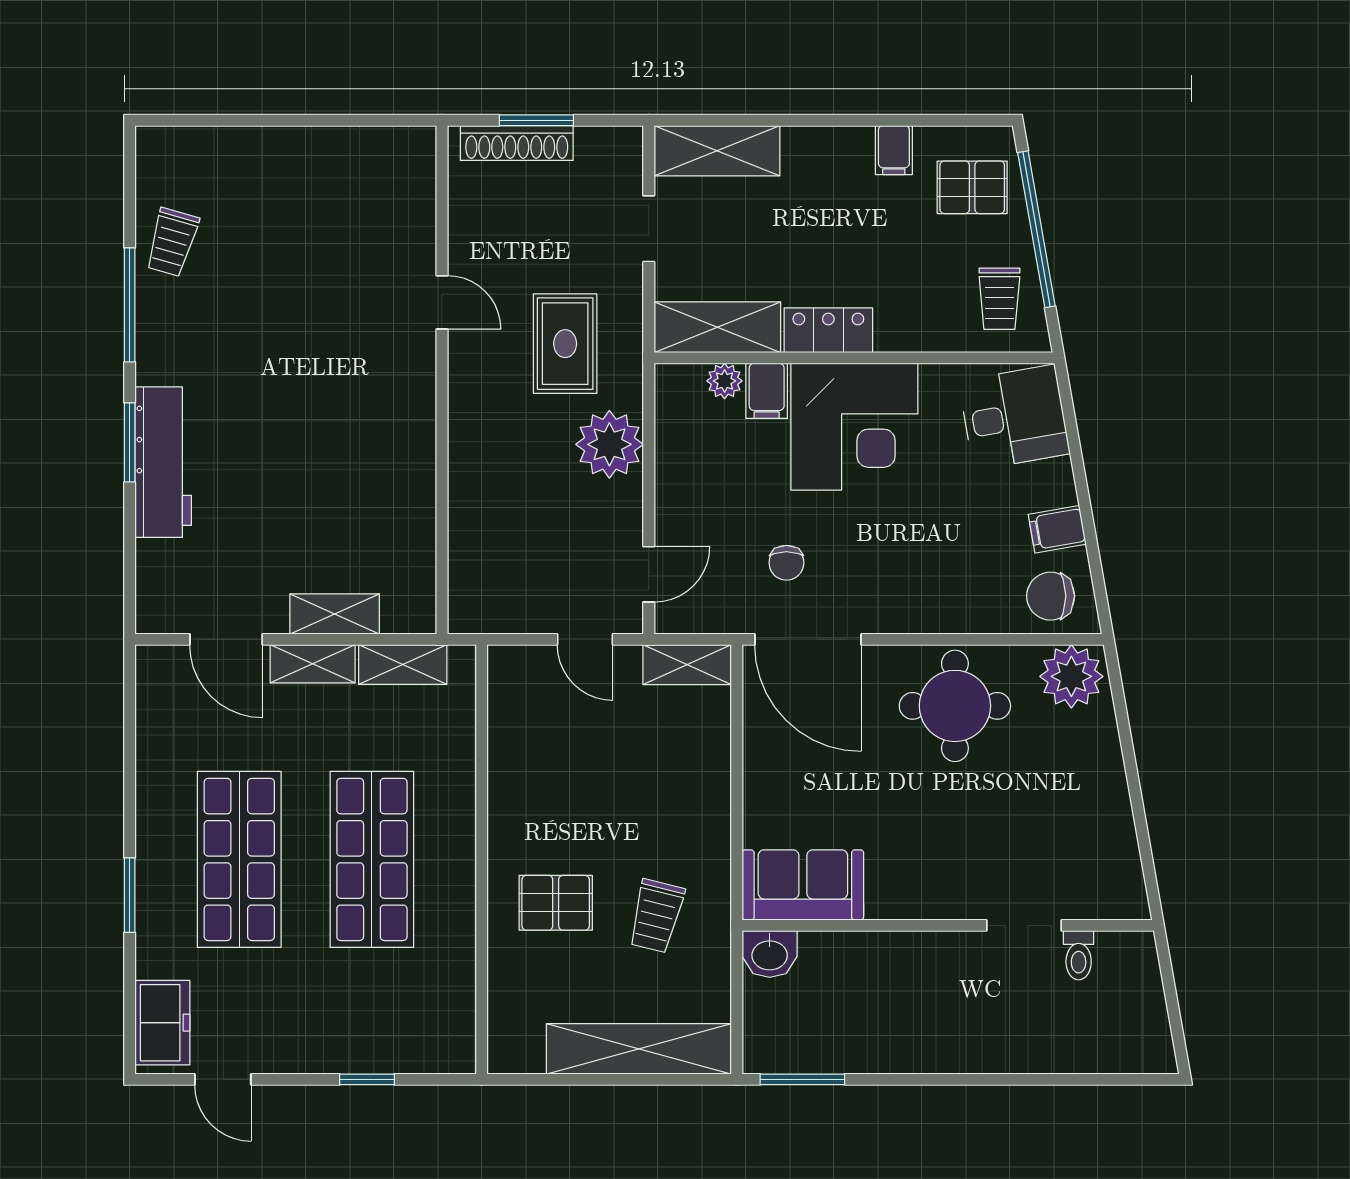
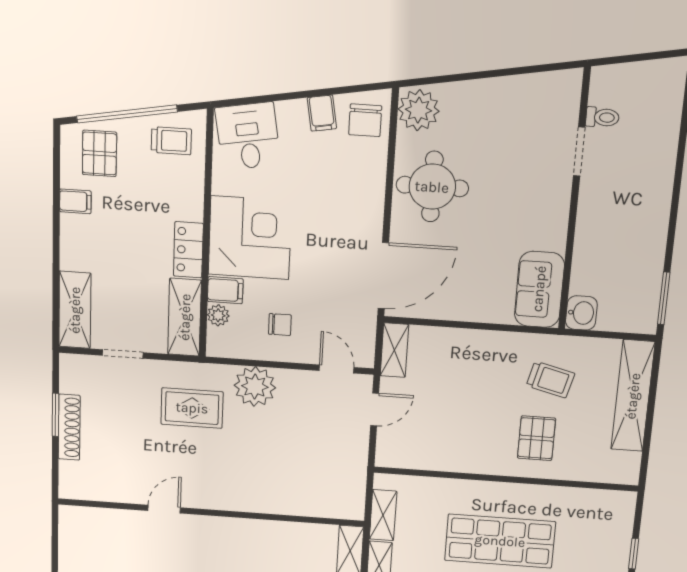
door: (442, 302) -> (164, 509), moved
wall: (442, 380) -> (211, 513), moved
chair: (786, 563) -> (280, 325), moved

